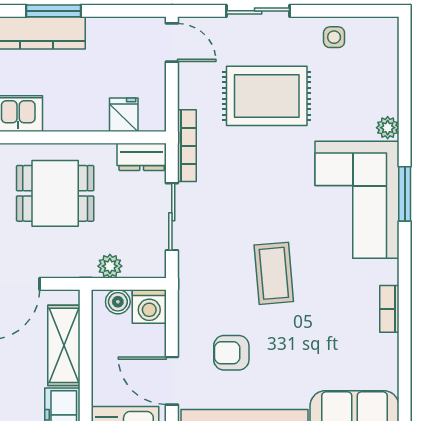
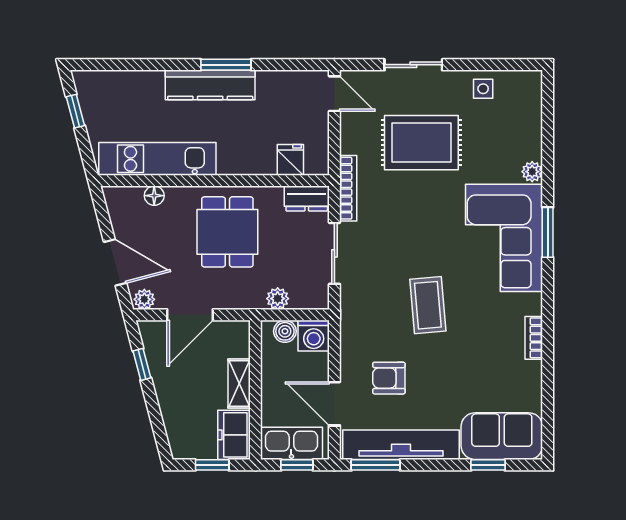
dining table: (55, 193) -> (227, 232), turned 90
shelving: (64, 345) -> (239, 383), width x0.67, depth x0.75

